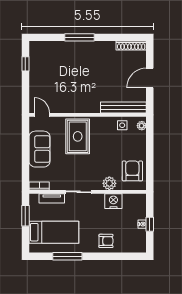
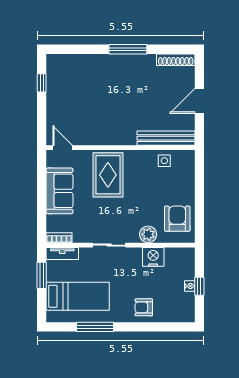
window: (80, 37) -> (128, 49), moved
plant: (142, 126) -> (189, 161), removed
tv unit: (52, 198) -> (62, 253), moved
armchair: (106, 241) -> (144, 307), turned 180

